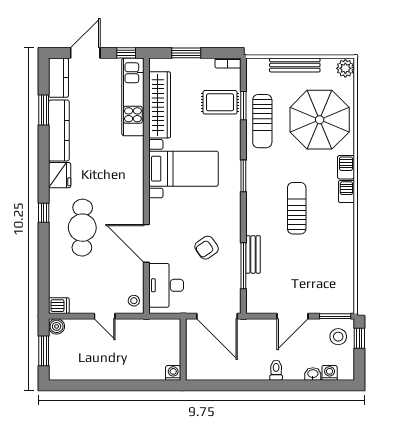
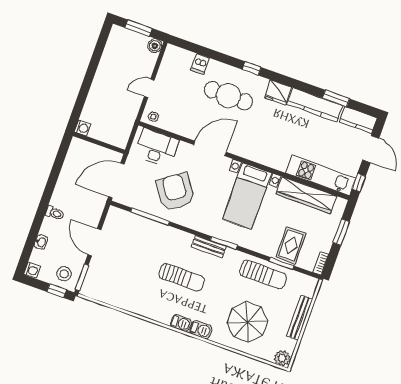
parasol: (320, 120) -> (247, 322), width x0.73, depth x0.73
sun lounger: (262, 121) -> (263, 274), turned 180
door: (146, 243) -> (210, 148), moved
armchair: (207, 248) -> (176, 192), width x1.88, depth x1.88
bench: (253, 254) -> (209, 247), moved
dishwasher: (59, 306) -> (200, 64), moved
washing machine: (330, 373) -> (32, 270), moved

